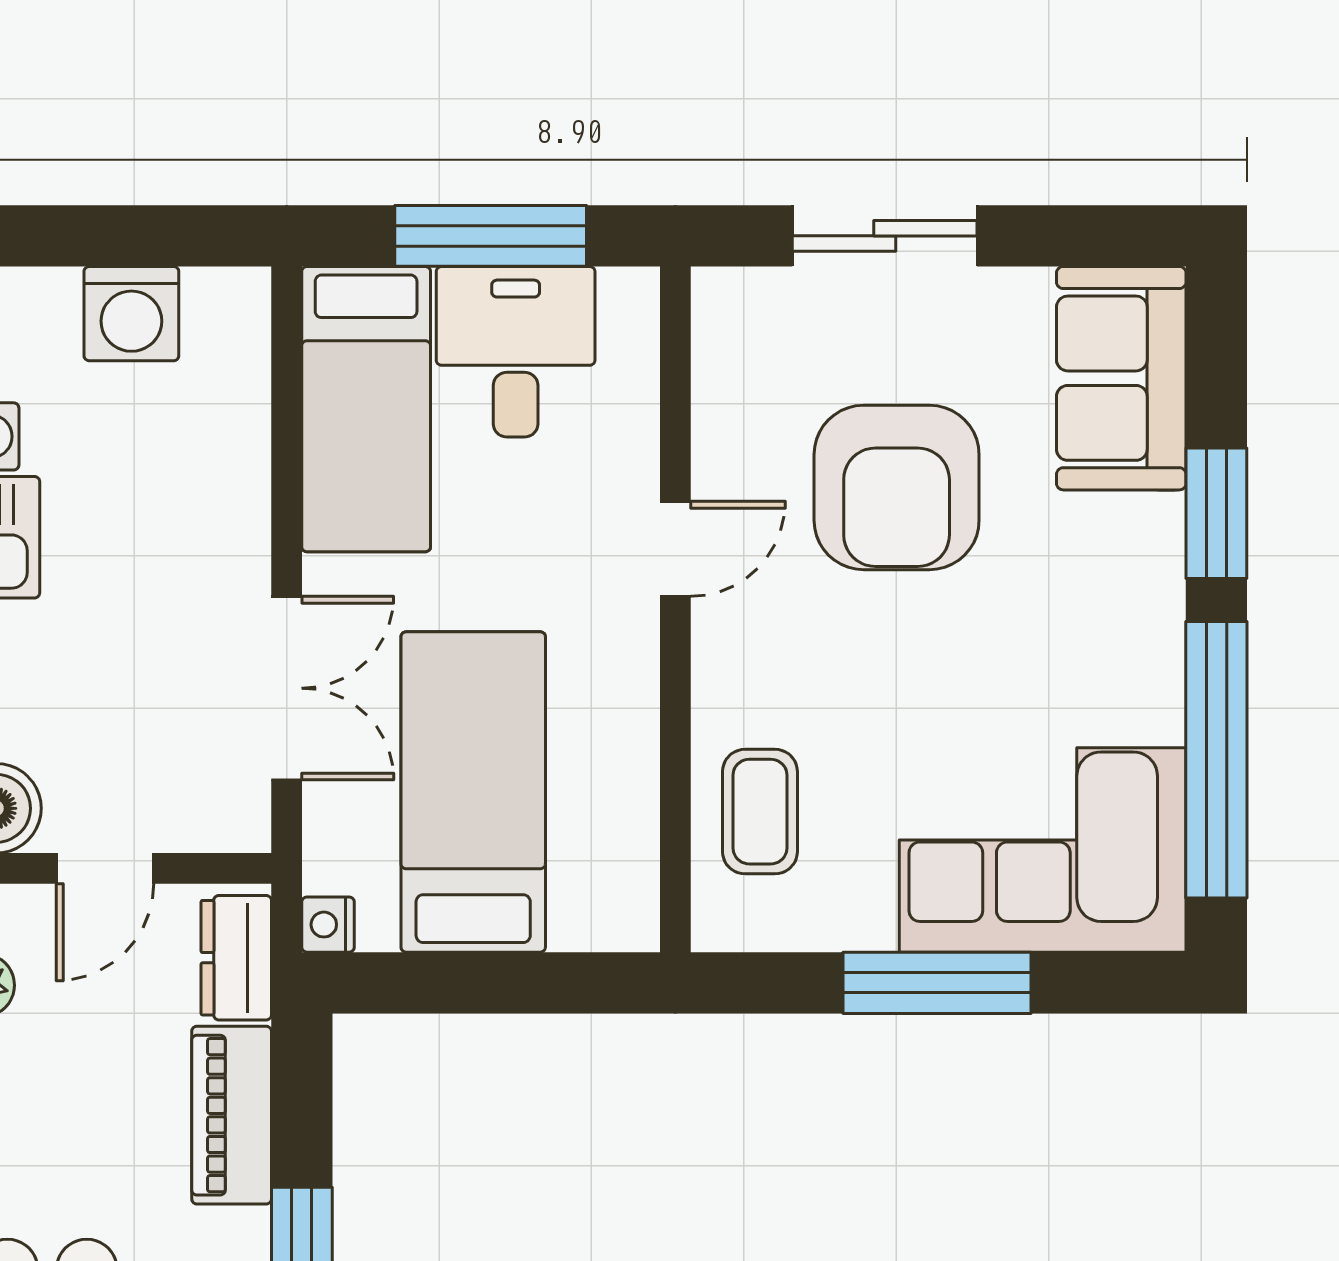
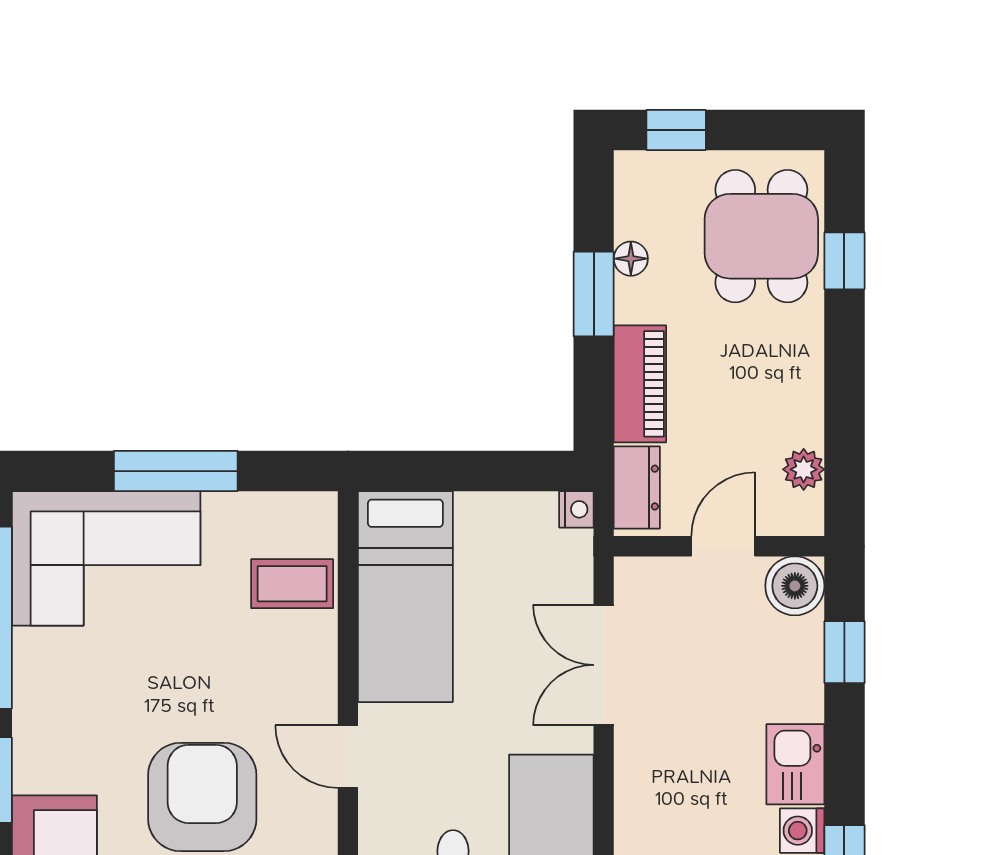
door: (675, 549) -> (348, 757), hinge flipped
bed: (473, 792) -> (405, 597), moved
coffee table: (760, 812) -> (292, 584), turned 90

